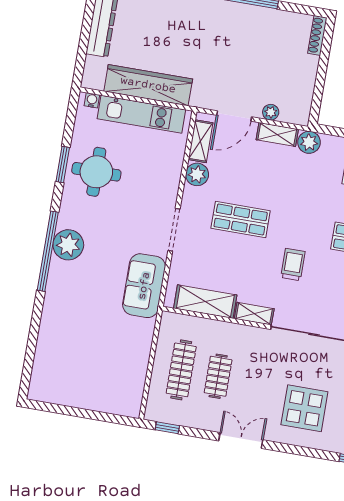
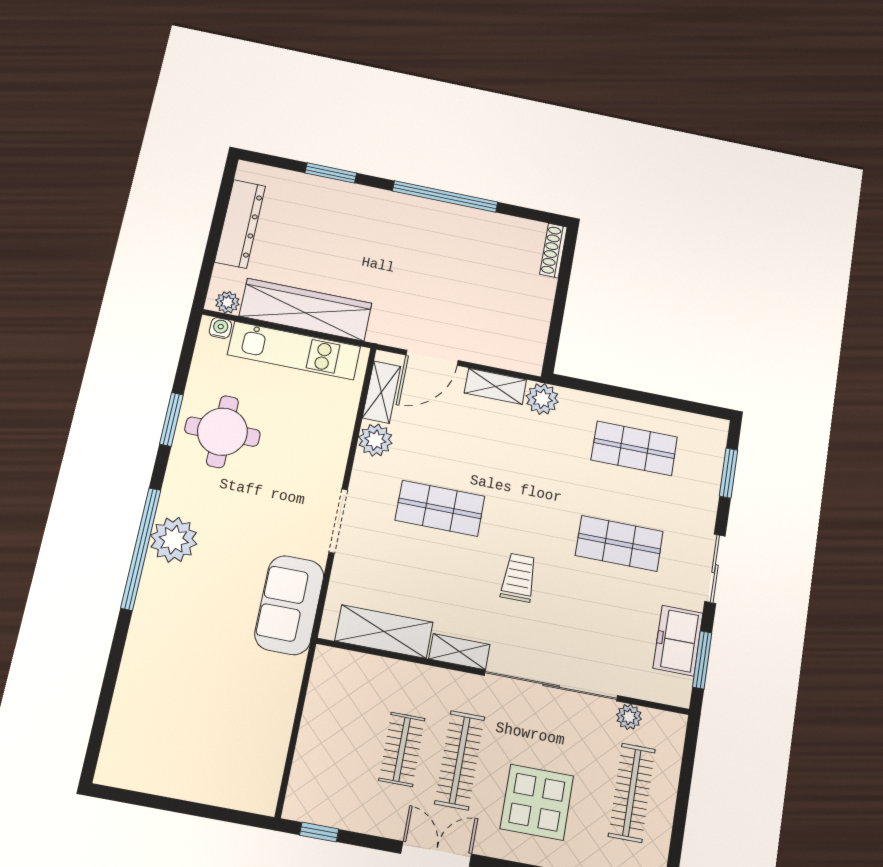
plant: (271, 112) -> (227, 302), moved
clothes rail: (181, 370) -> (460, 760), moved

